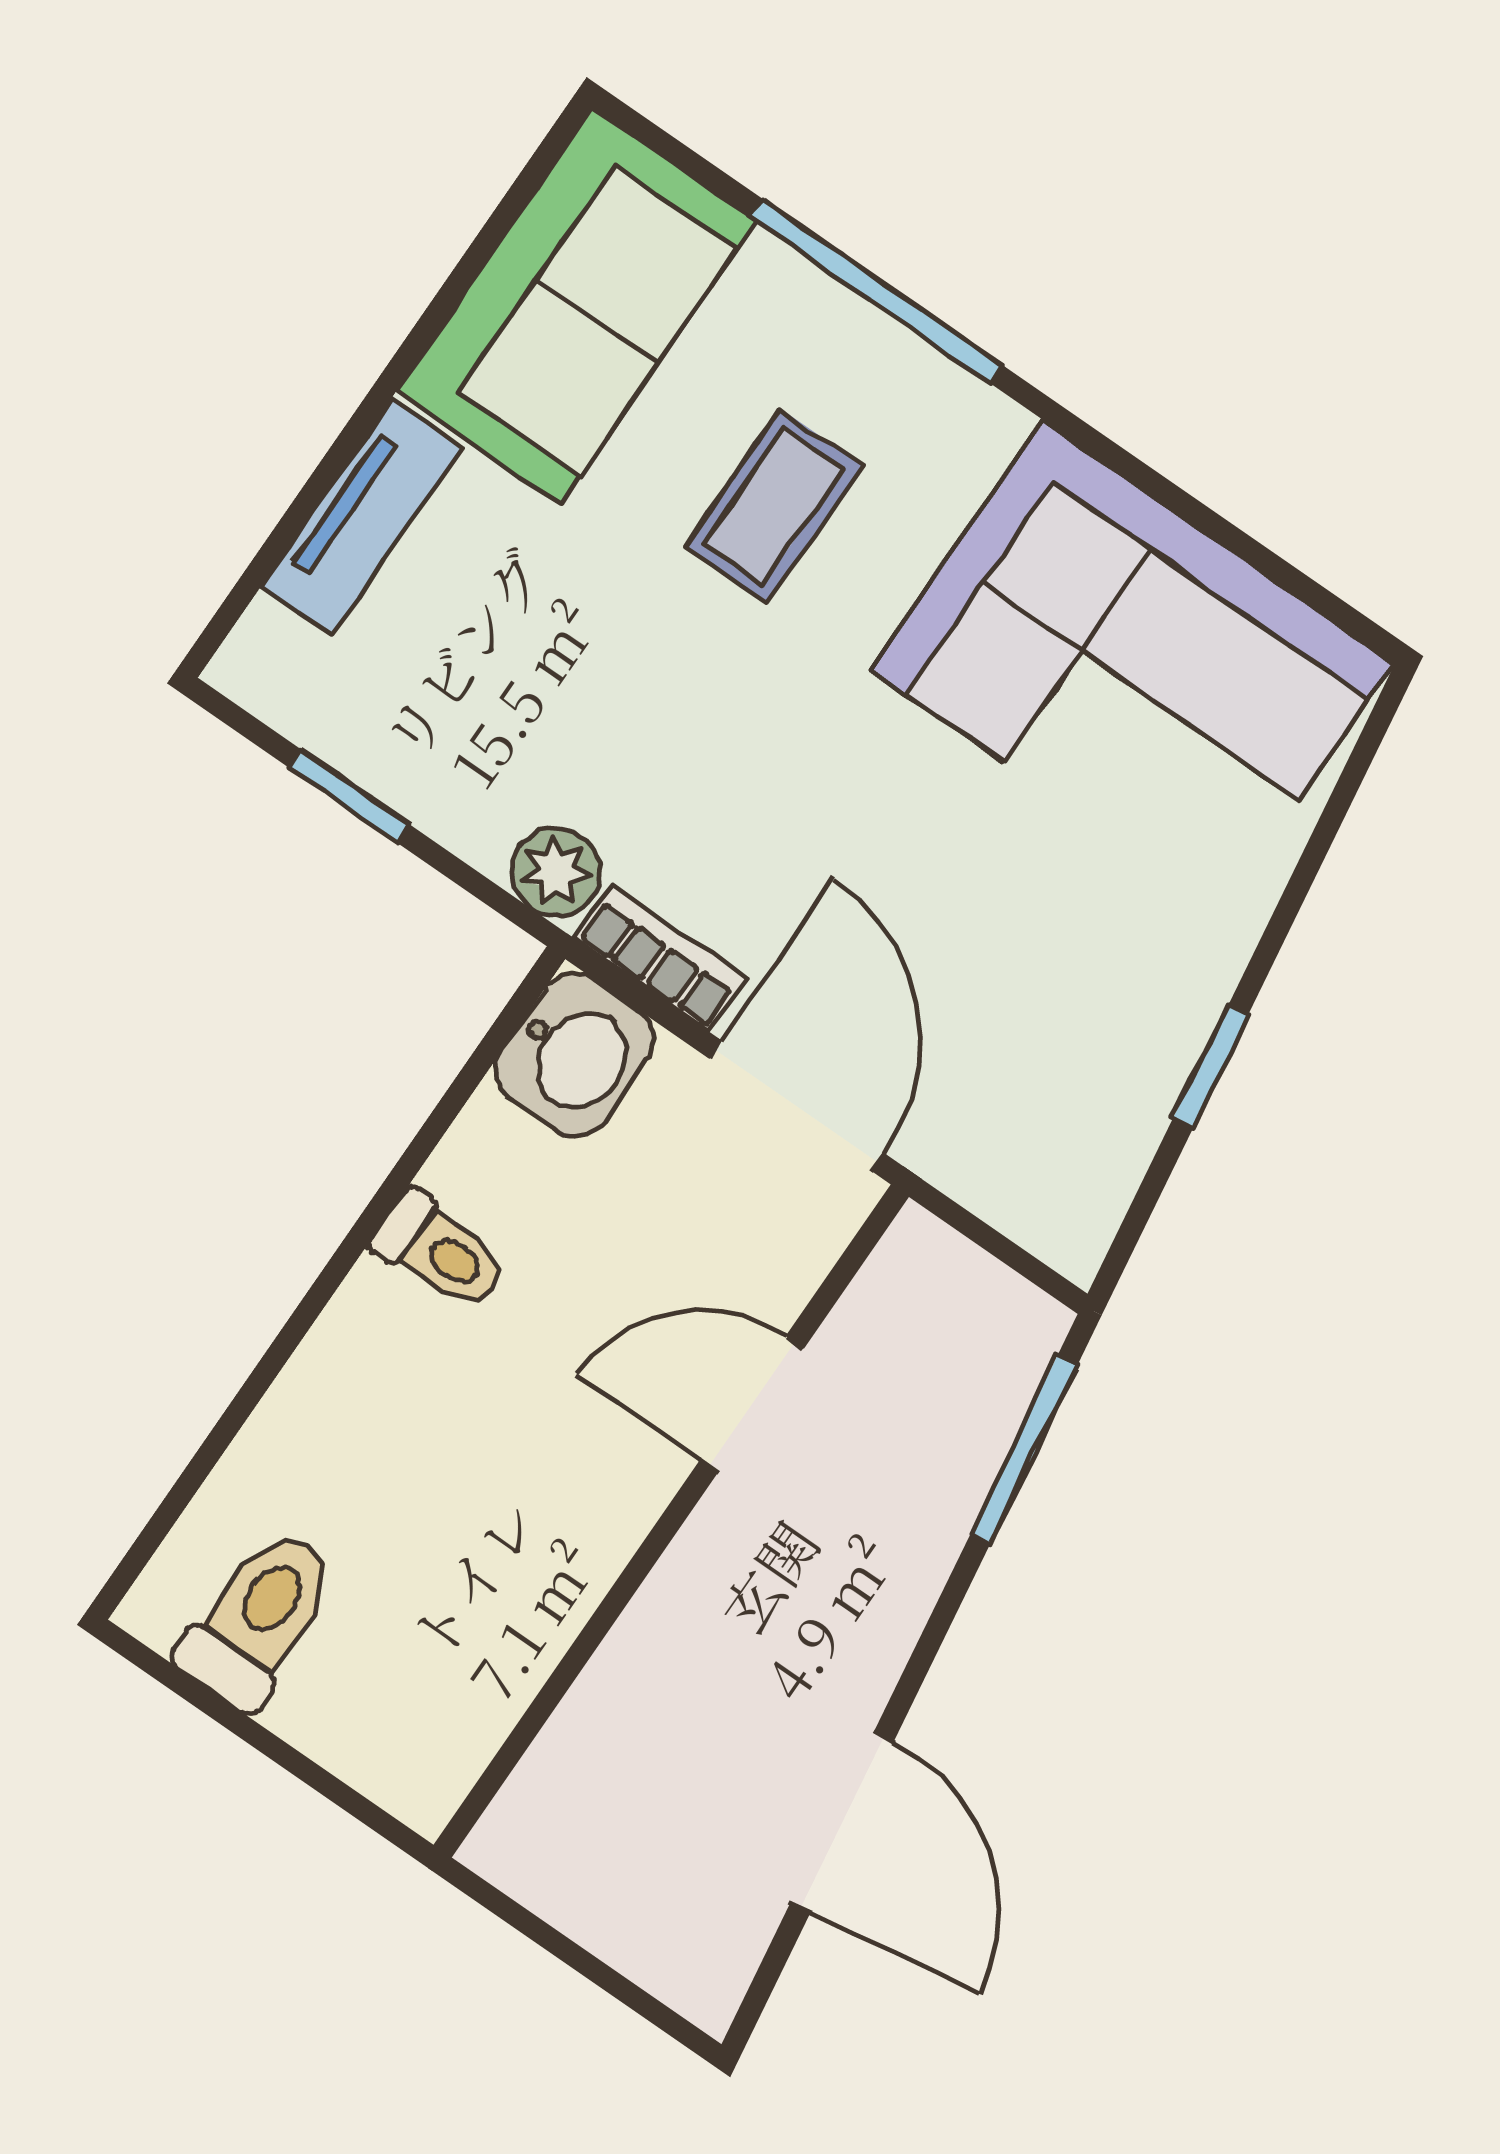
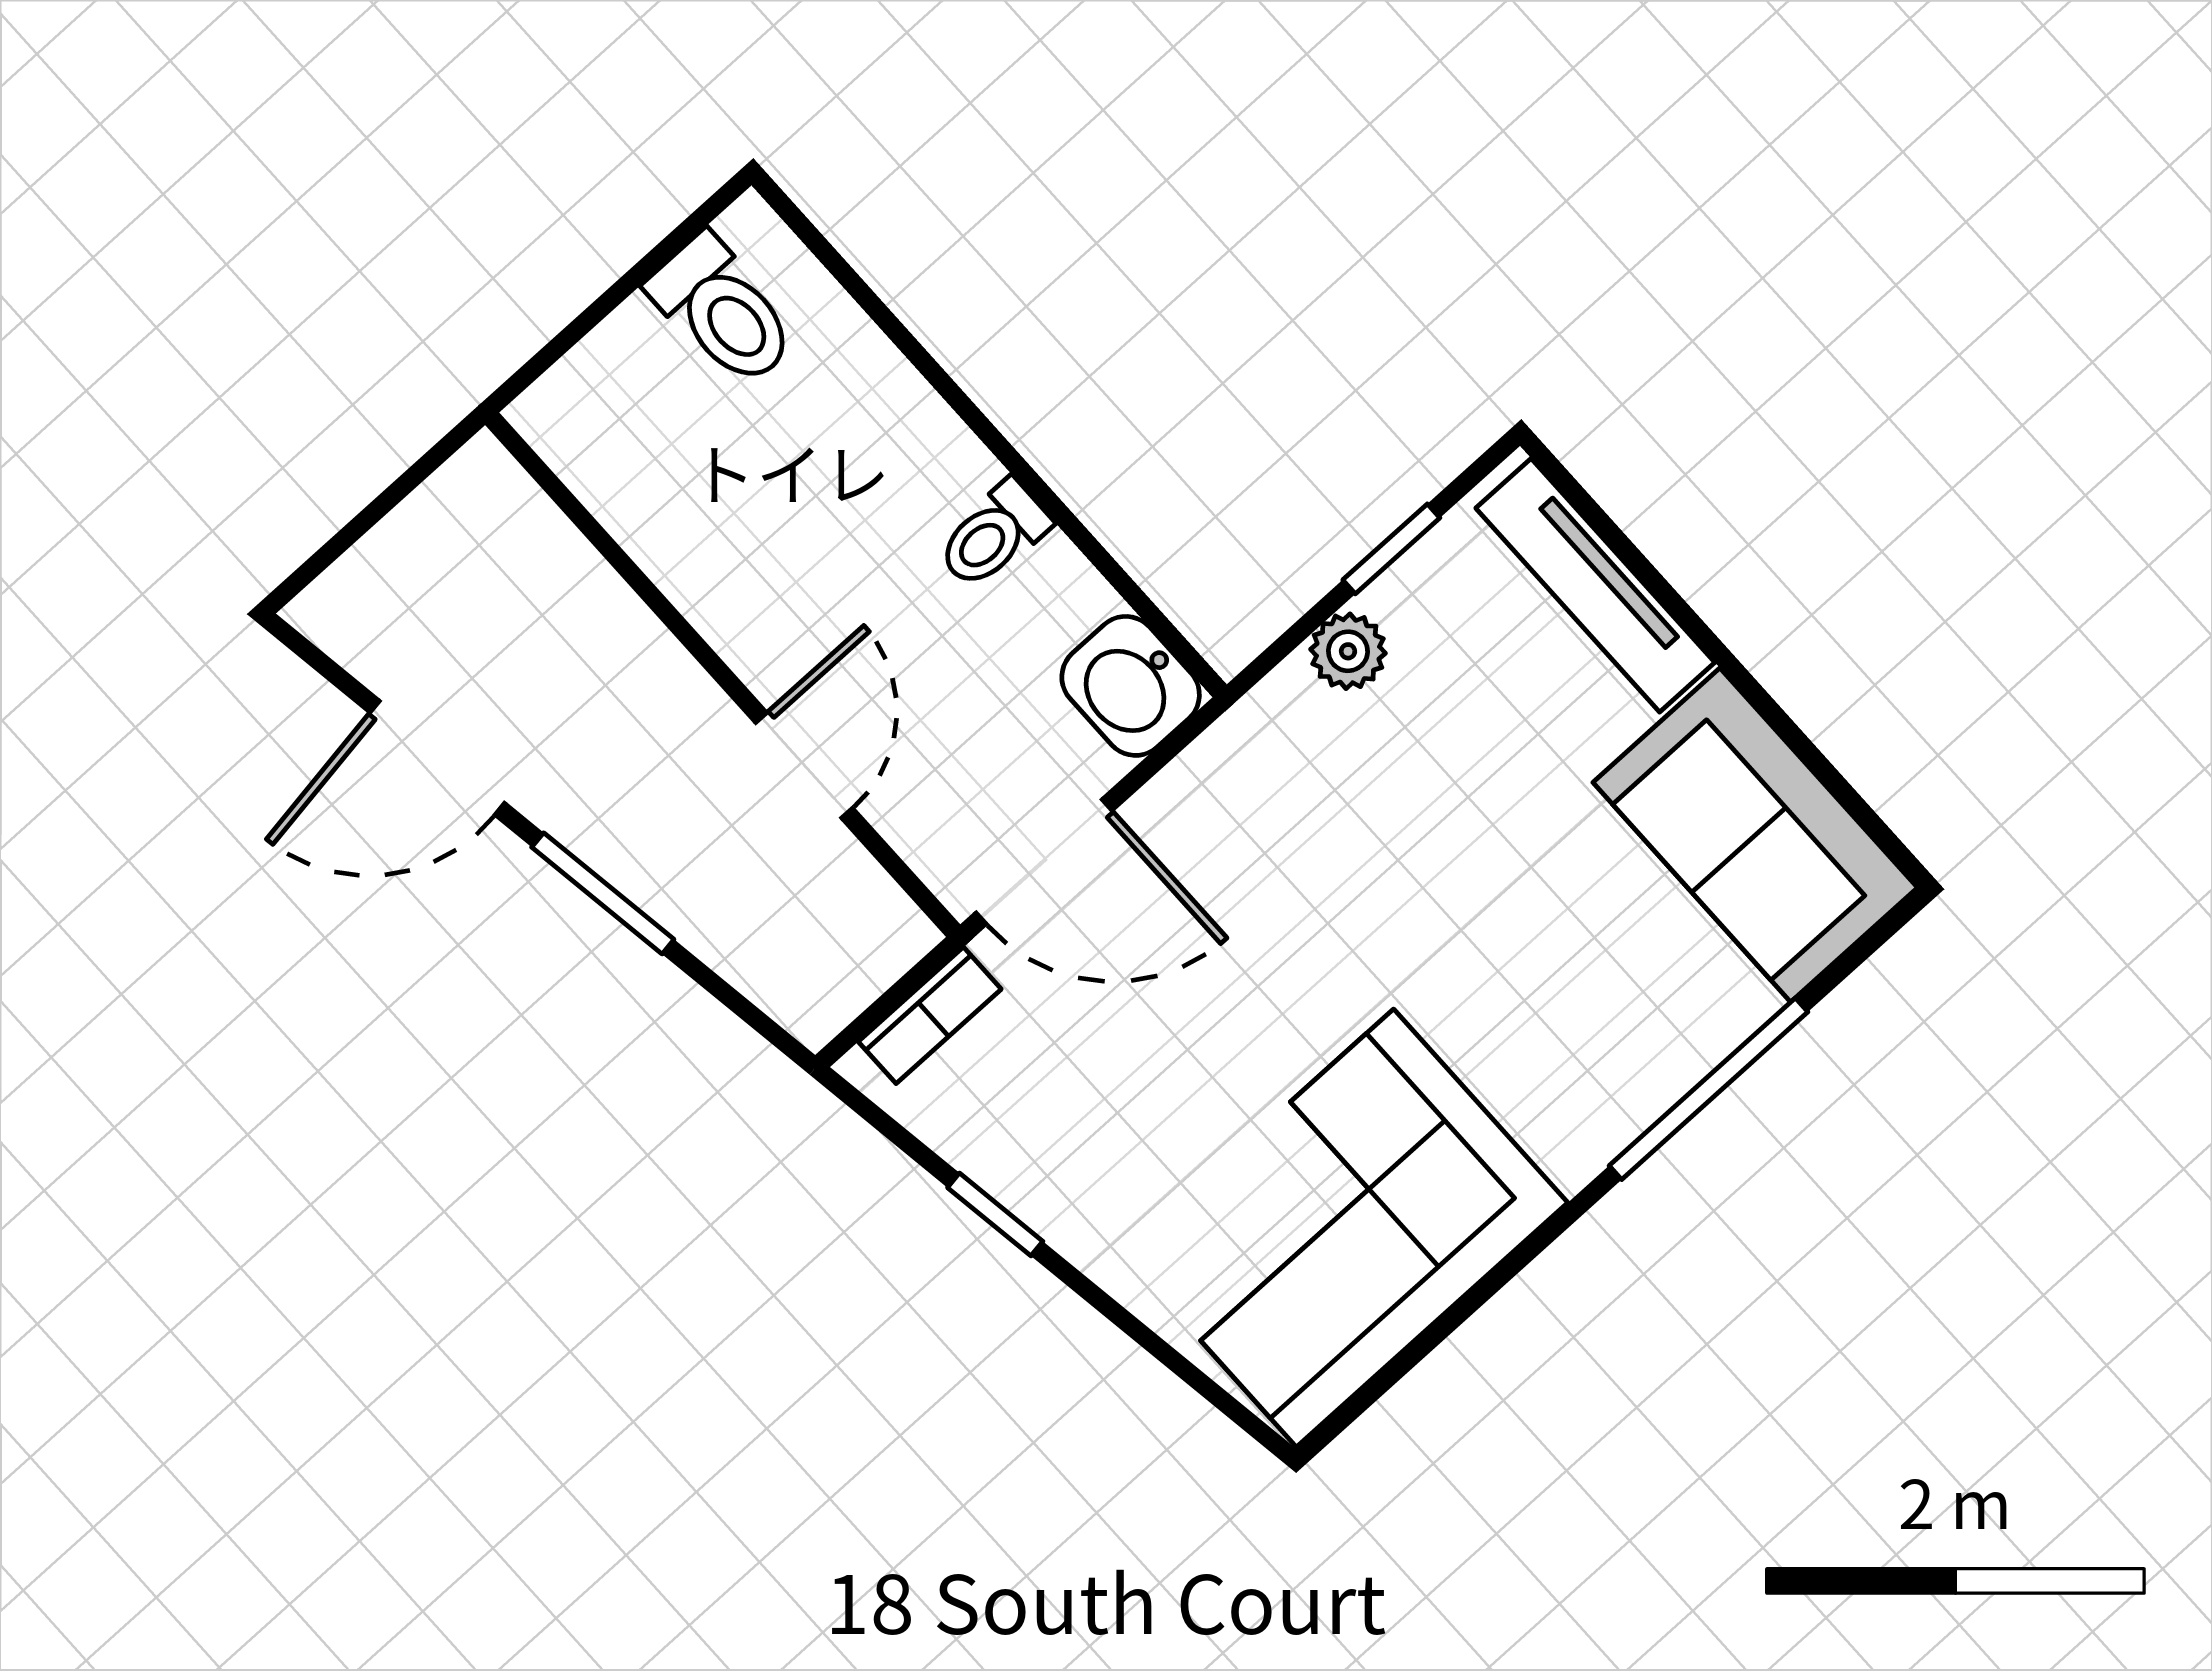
coffee table: (774, 506) -> (1550, 961), removed
tv unit: (362, 517) -> (1595, 585), width x1.41
plant: (555, 872) -> (1348, 651), moved
bookcase: (660, 958) -> (930, 1015), moved
window: (1024, 1450) -> (603, 893), moved

